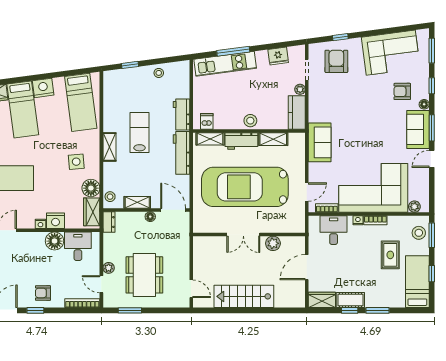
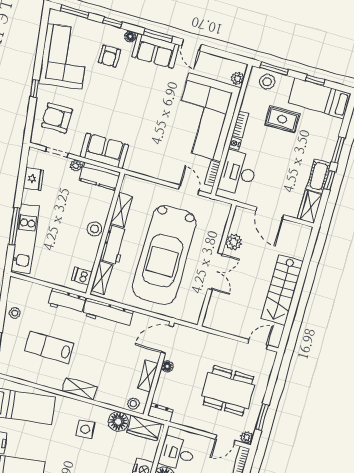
window: (340, 37) -> (35, 88), moved
lab bench: (140, 132) -> (49, 347), moved
sofa: (320, 142) -> (104, 151), moved
desk: (334, 230) -> (238, 173), width x1.37
plant: (109, 268) -> (247, 438), moved

